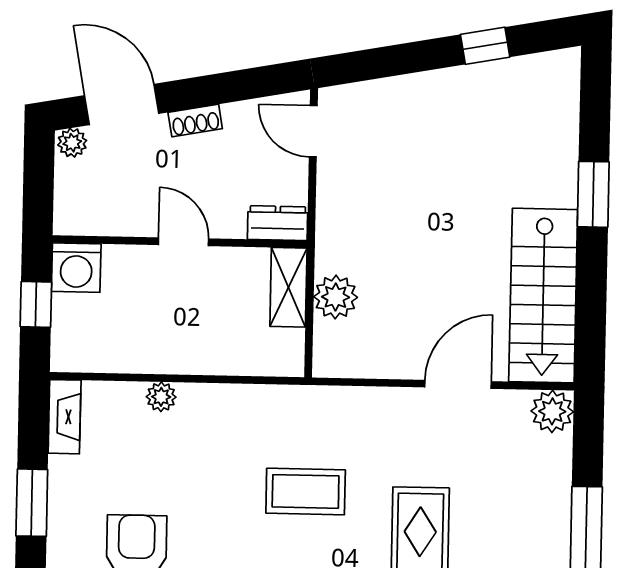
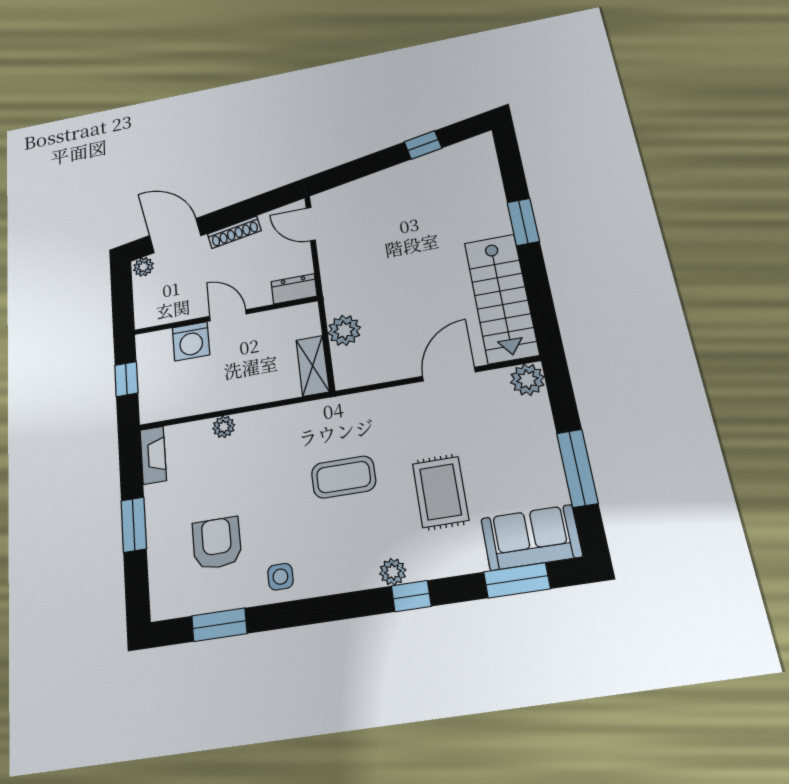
shoe rack: (195, 121) -> (234, 232), width x1.43
washing machine: (76, 268) -> (191, 341), moved
shelving: (288, 287) -> (313, 366), moved

